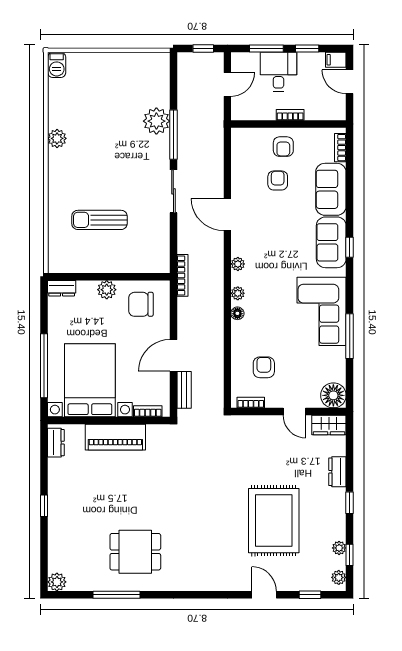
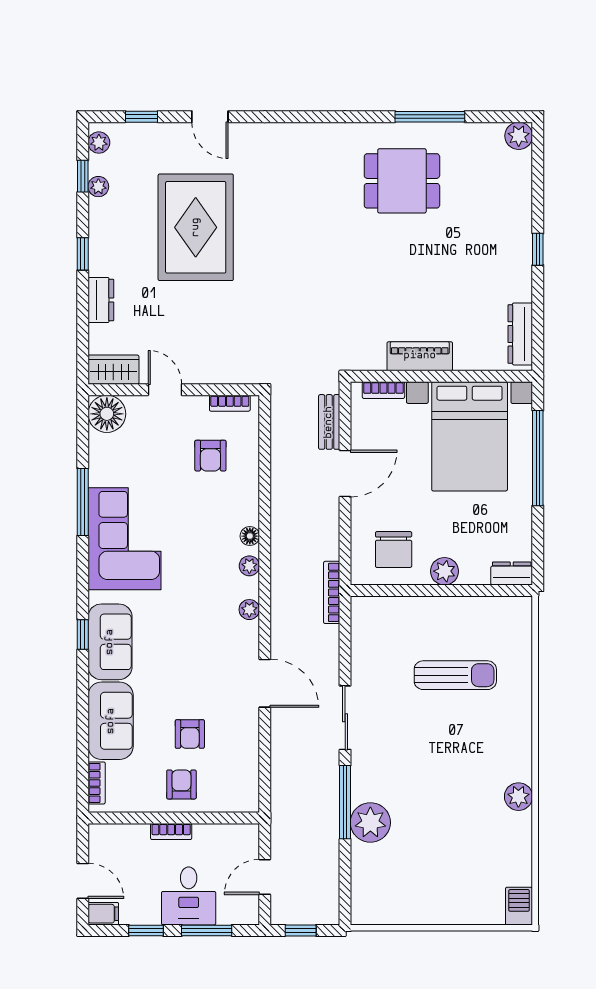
chair: (141, 304) -> (394, 549), turned 90
piano: (115, 437) -> (420, 356), width x0.73, depth x0.75
dresser: (56, 443) -> (520, 334), width x1.44

